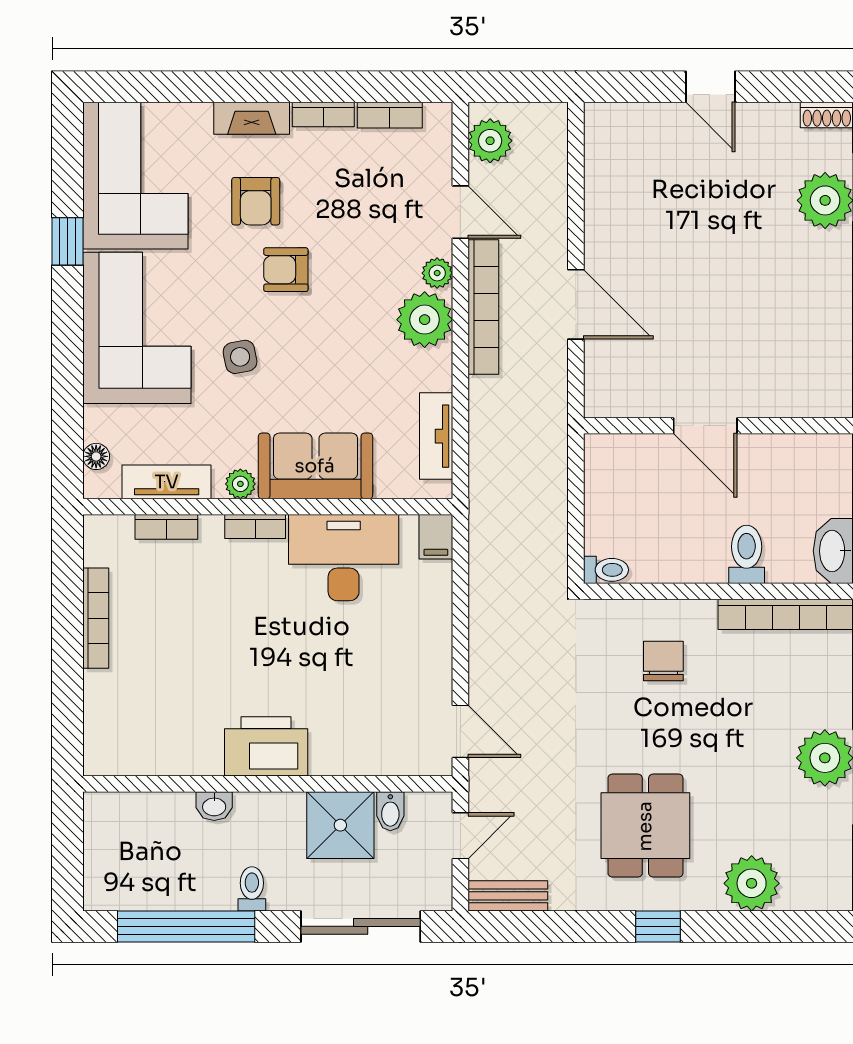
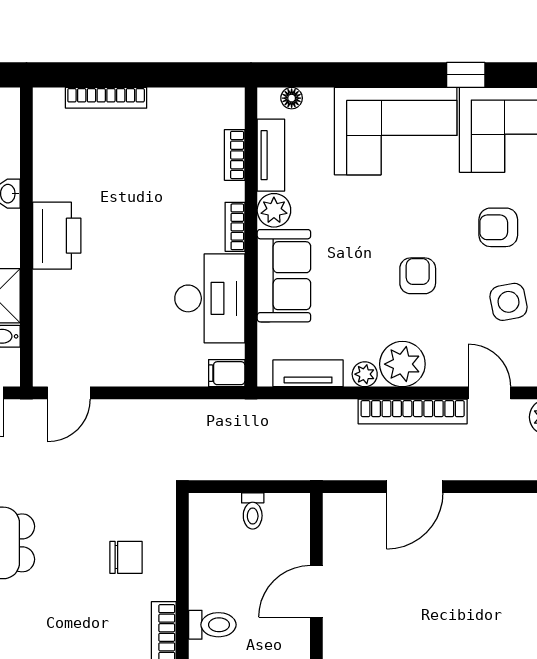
door: (460, 212) -> (489, 393), swing flipped
armchair: (286, 270) -> (418, 276), moved
plant: (437, 273) -> (365, 374), moved
side table: (240, 357) -> (509, 302), moved, width x1.37, depth x1.37
plant: (240, 484) -> (274, 210), width x1.38, depth x1.38
toilet: (606, 570) -> (253, 511), moved
bookcase: (96, 618) -> (106, 98), moved

